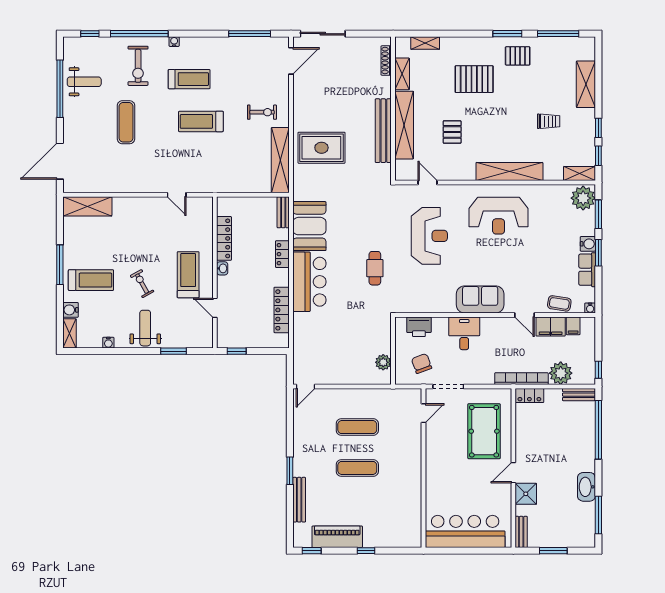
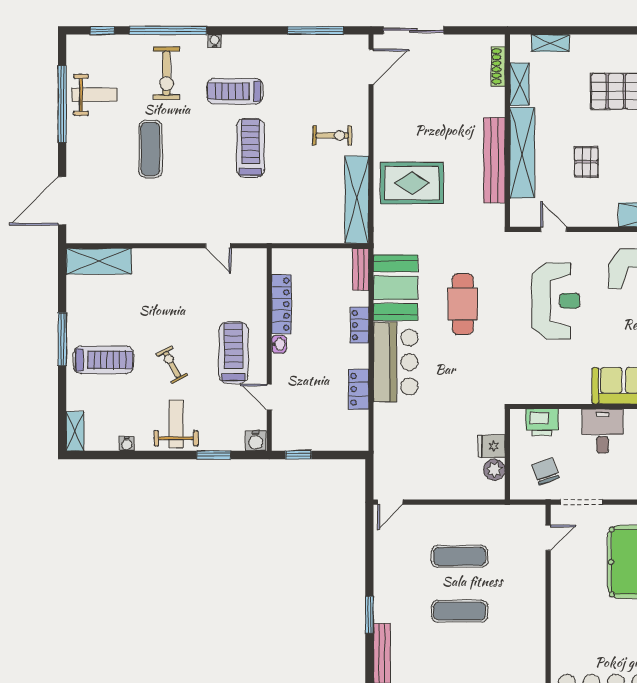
treadmill: (189, 79) -> (235, 91), turned 180
treadmill: (201, 121) -> (250, 148), turned 90
cafe table: (375, 268) -> (463, 304), moved, width x1.37, depth x1.35
water cooler: (71, 310) -> (256, 441), moved, turned -90
locker: (282, 310) -> (358, 389), width x0.66
fridge: (381, 345) -> (491, 446), added

